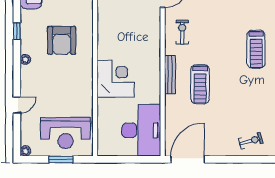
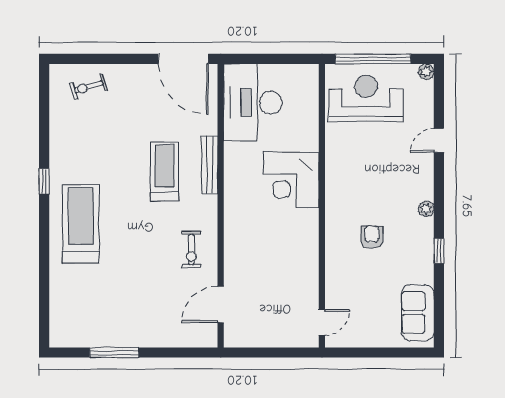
armchair: (62, 40) -> (372, 237), width x0.53, depth x0.53
treadmill: (256, 49) -> (81, 224), width x1.37, depth x1.38
bench: (170, 75) -> (210, 165), moved
window: (61, 159) -> (373, 59), width x2.11
door: (188, 159) -> (183, 59), hinge flipped

